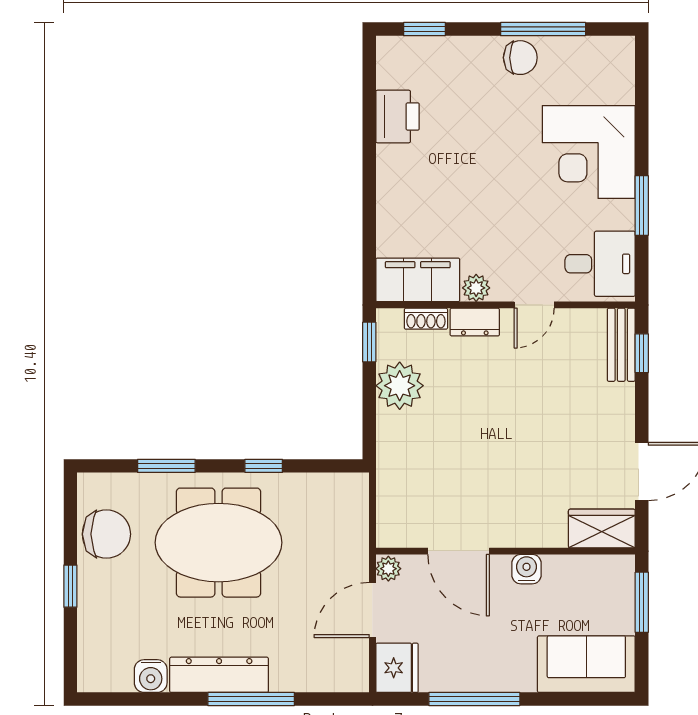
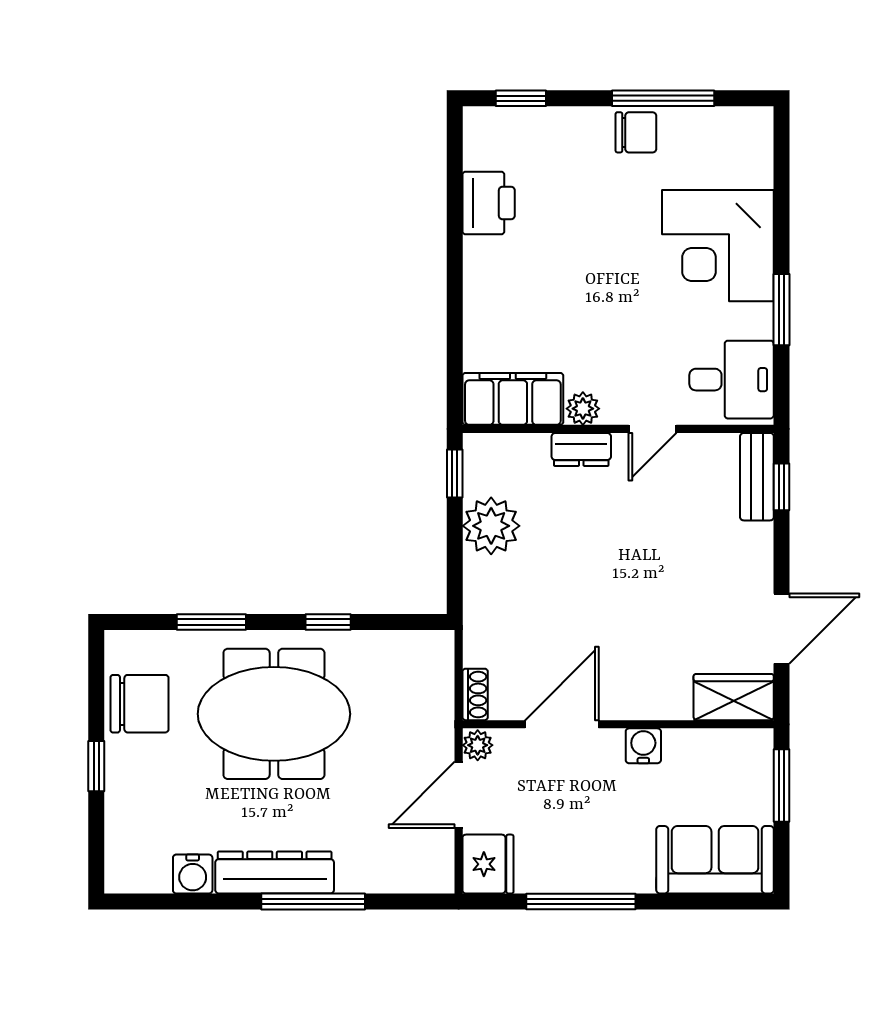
shoe rack: (426, 319) -> (475, 694), moved, turned -90
door: (459, 551) -> (562, 724), swing flipped

